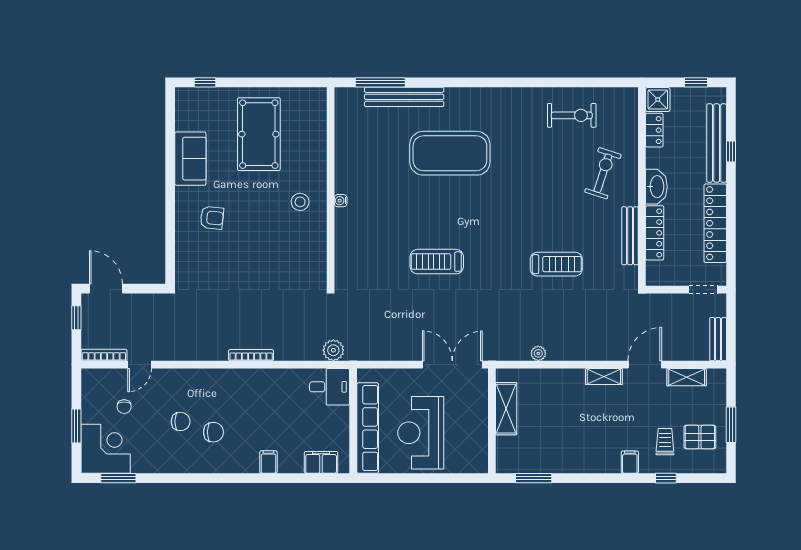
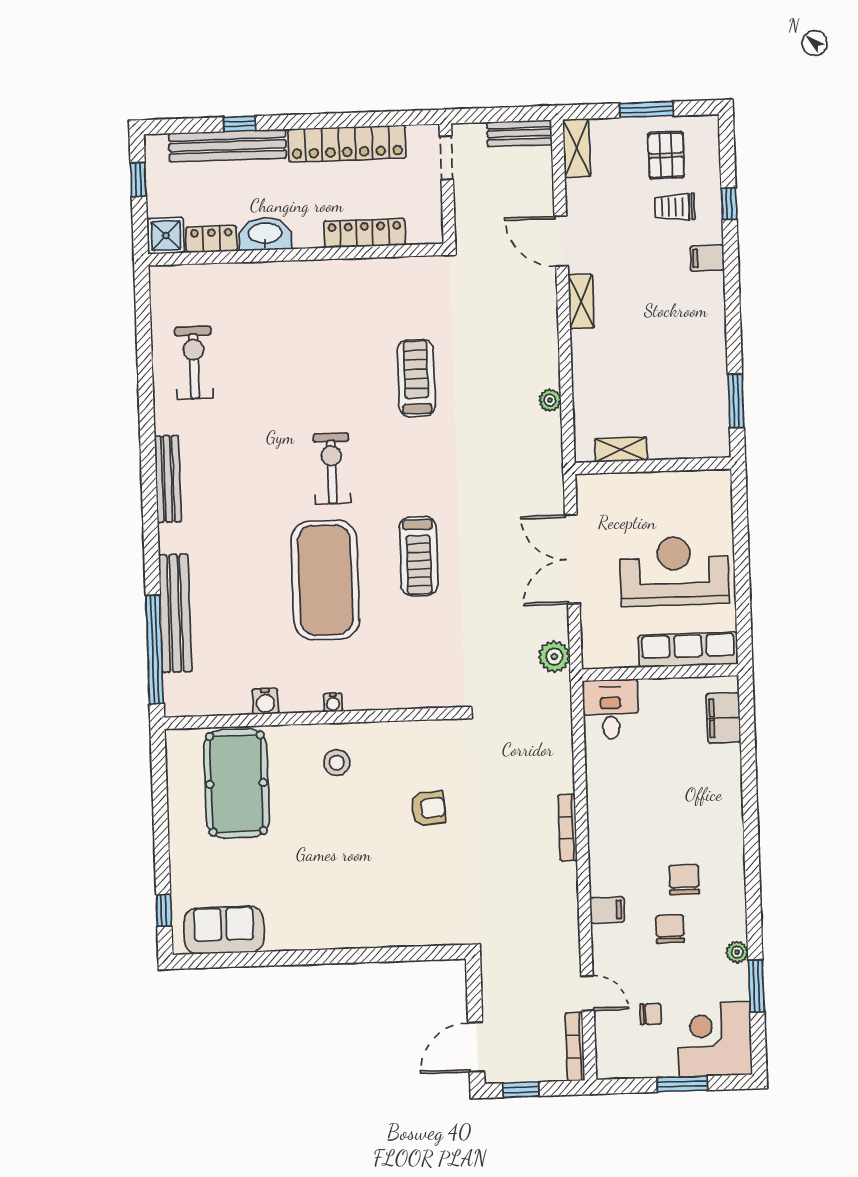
window: (380, 82) -> (155, 650), width x1.46
pool table: (259, 134) -> (237, 783), moved, turned 90
exercise mat: (450, 153) -> (325, 580), moved
water cooler: (343, 155) -> (265, 701), added
sofa: (190, 159) -> (224, 930), moved
exercise bike: (603, 173) -> (332, 468), moved, turned 72
washbasin: (656, 187) -> (265, 234), moved
armchair: (212, 218) -> (428, 808), moved, turned 79
bench: (630, 236) -> (168, 479), moved, turned 90
plant: (333, 350) -> (554, 657), moved
double door: (452, 365) -> (572, 559), moved
shelving: (687, 377) -> (577, 148), moved
shelving: (506, 409) -> (621, 450), width x0.67, depth x0.75
row of seats: (368, 428) -> (688, 650), width x0.73
reception desk: (421, 433) -> (674, 571), turned 180
filing cabinet: (268, 462) -> (607, 910), moved, turned 180
plant: (164, 466) -> (737, 952), added
window: (118, 478) -> (756, 986), moved

